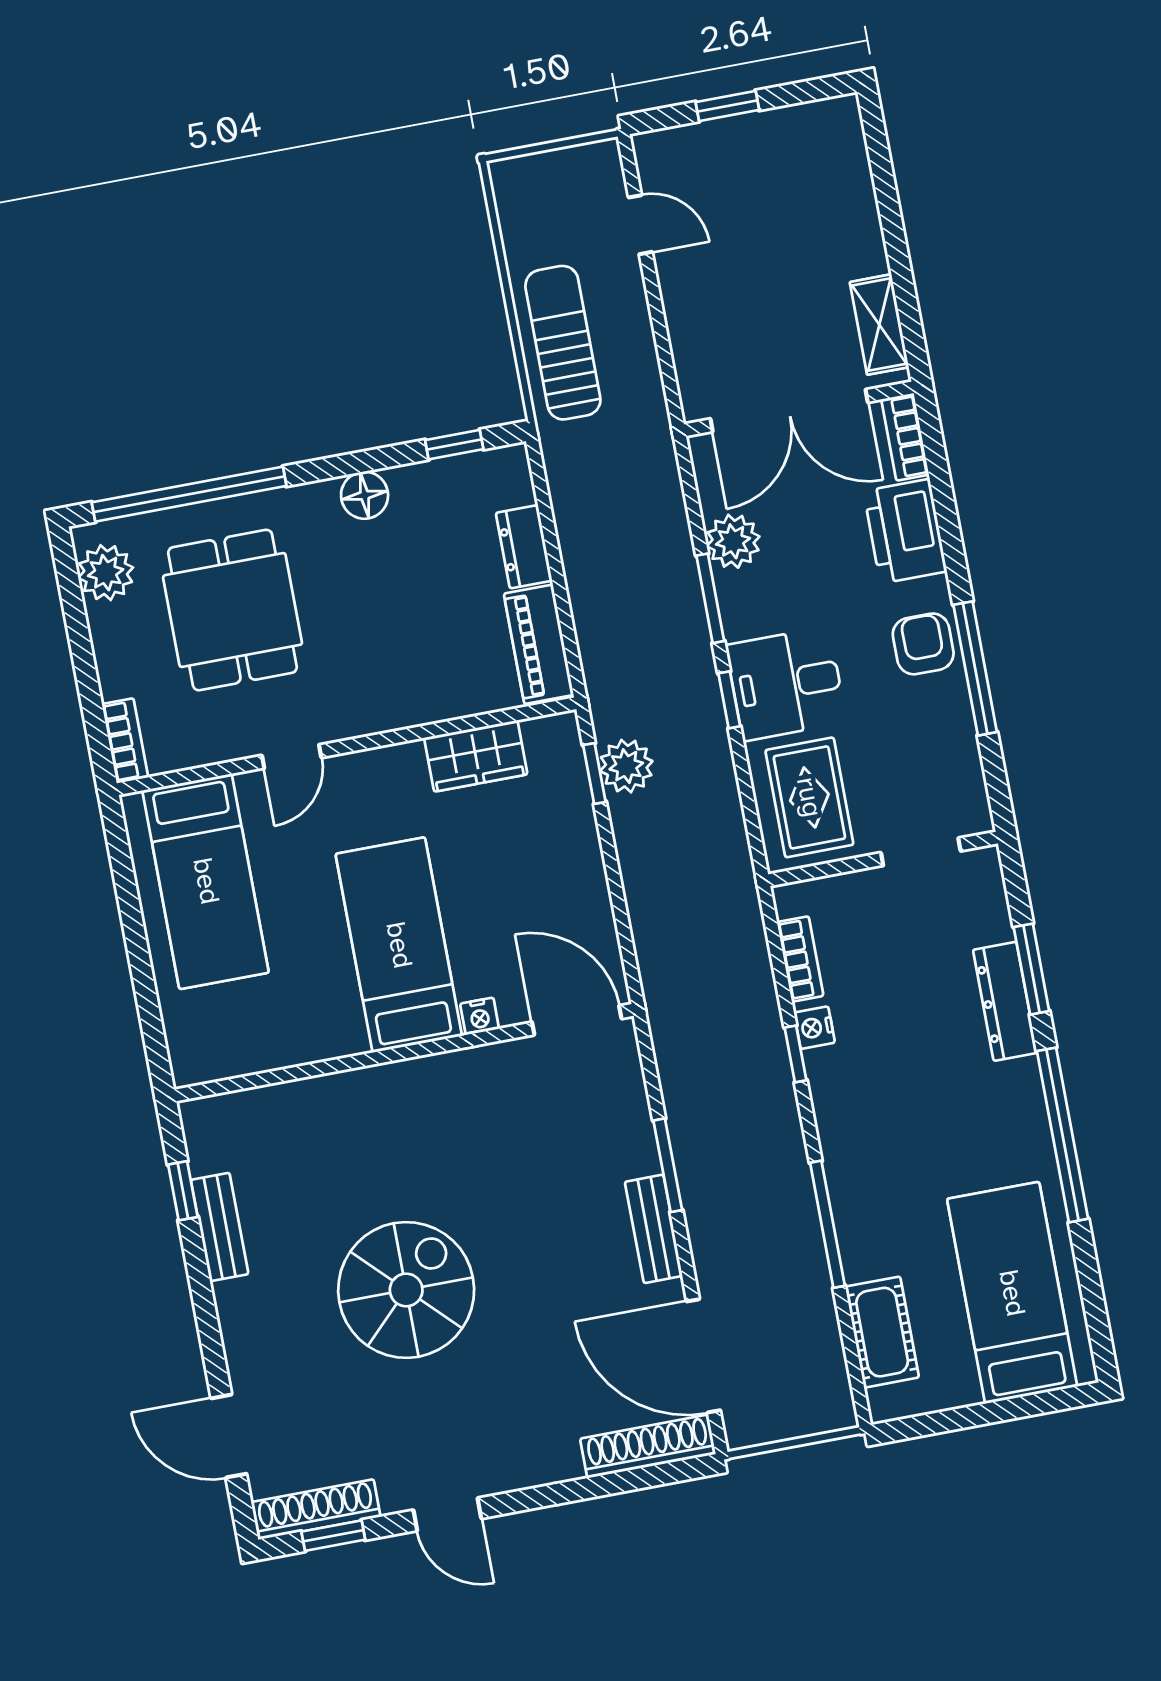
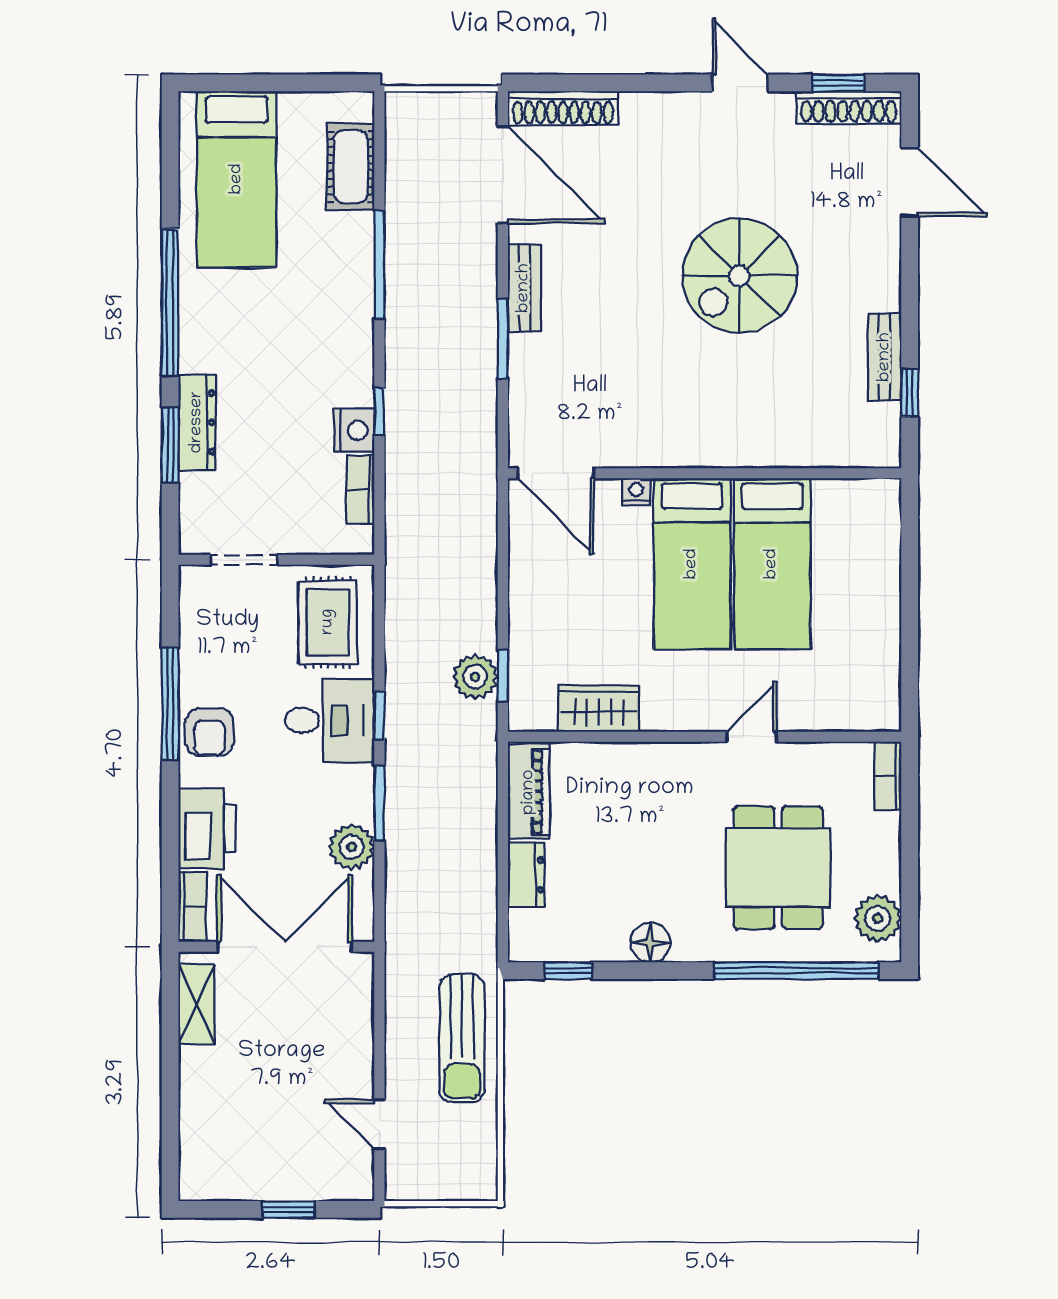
bed: (206, 881) -> (772, 564), moved, turned 180
nightstand: (814, 1028) -> (354, 430), width x1.39, depth x1.35

